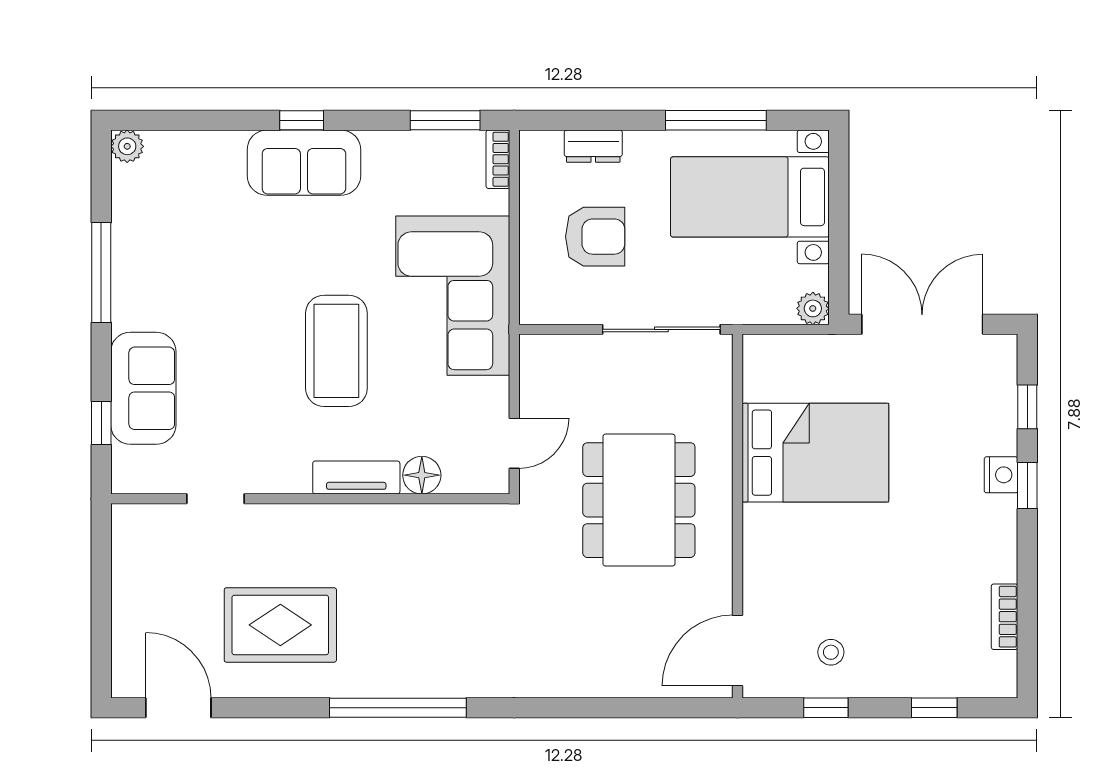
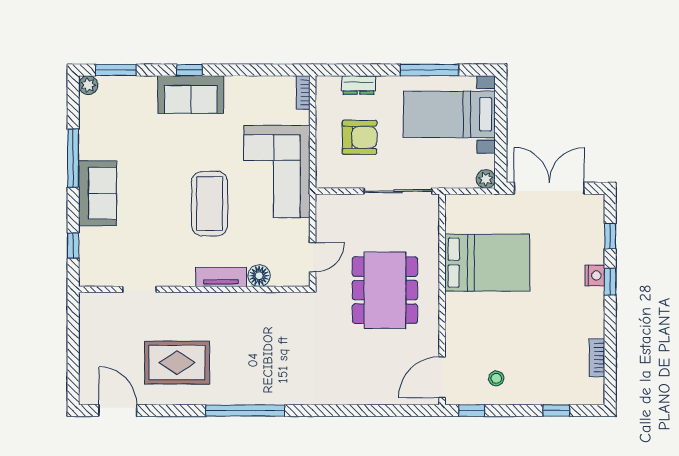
window: (445, 120) -> (116, 70), moved
sofa: (143, 388) -> (98, 193), moved
window: (826, 708) -> (472, 411), moved

